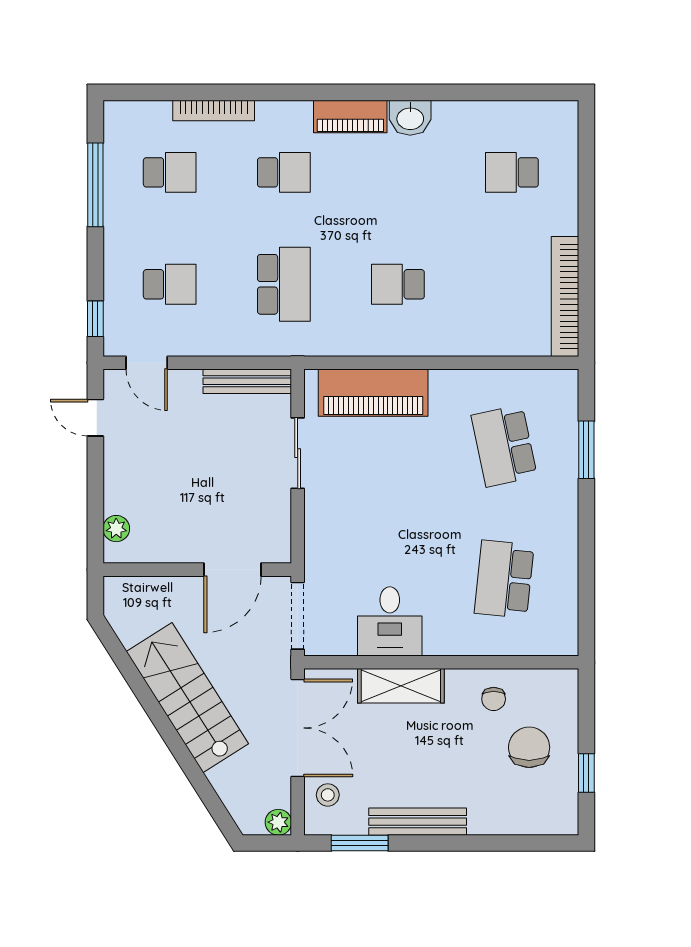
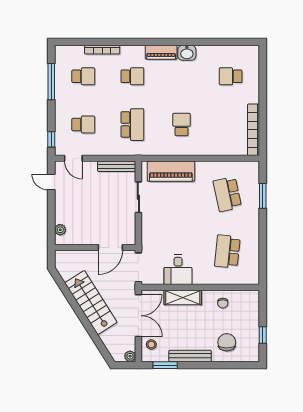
school desk: (398, 284) -> (182, 125), turned 90
chair: (529, 747) -> (227, 342), moved

